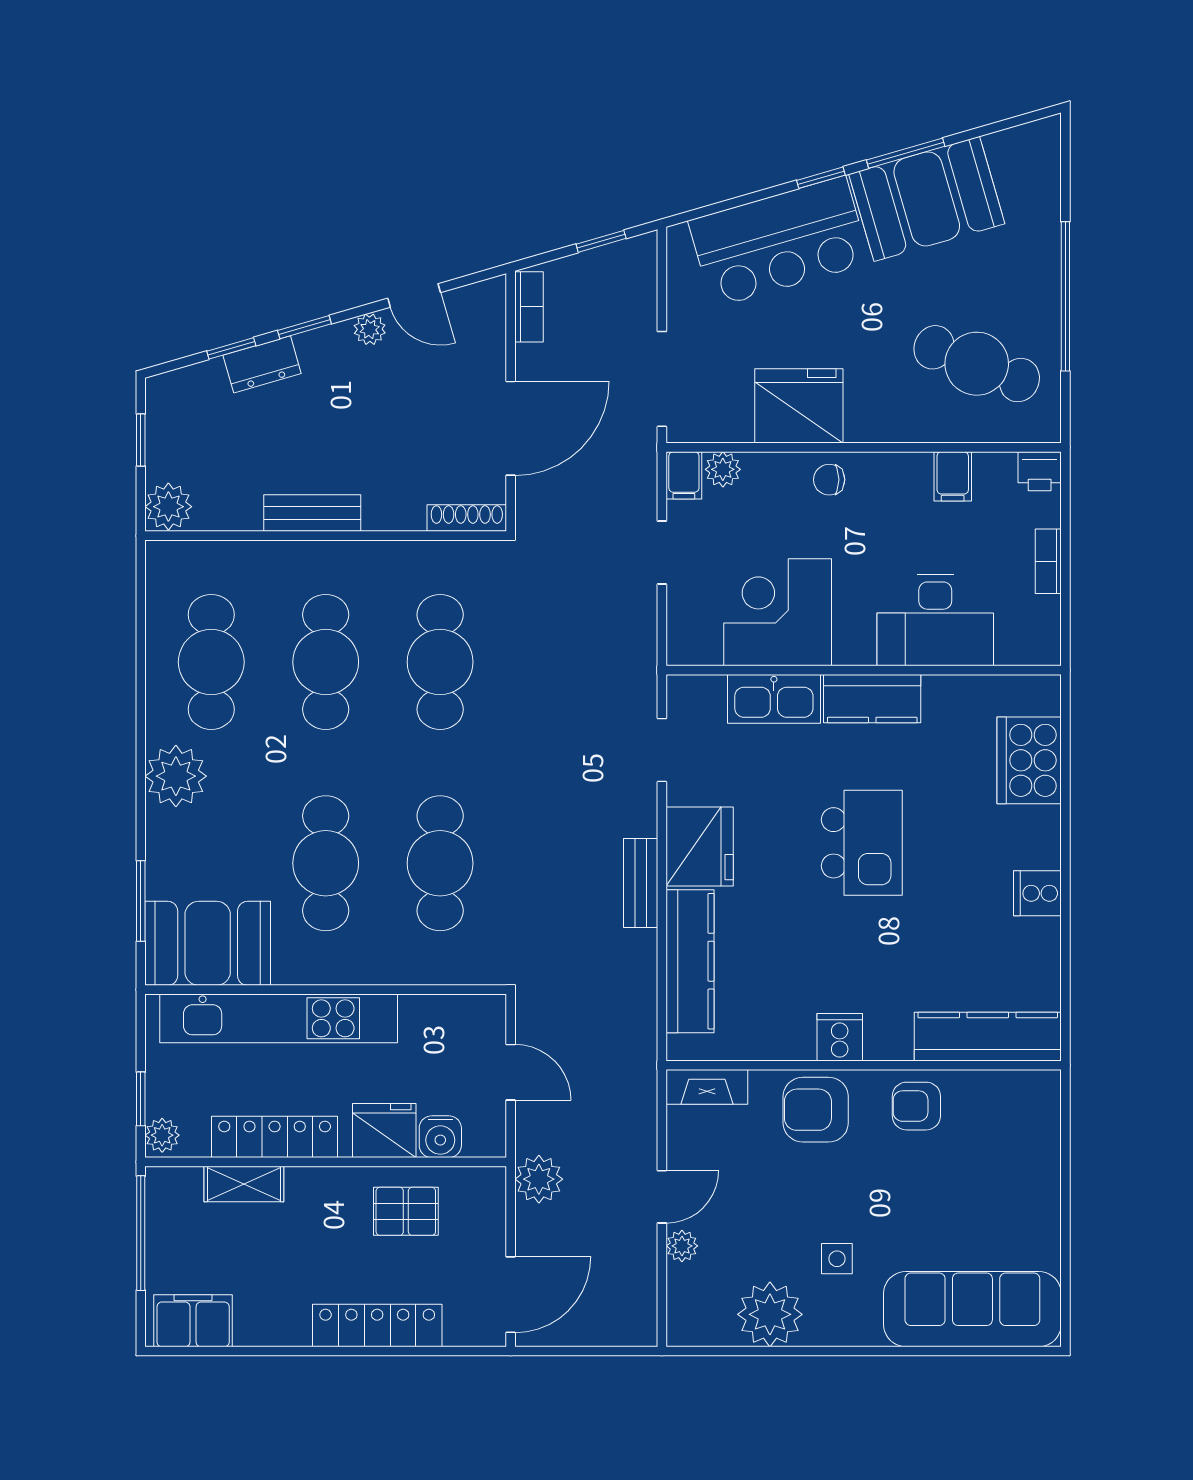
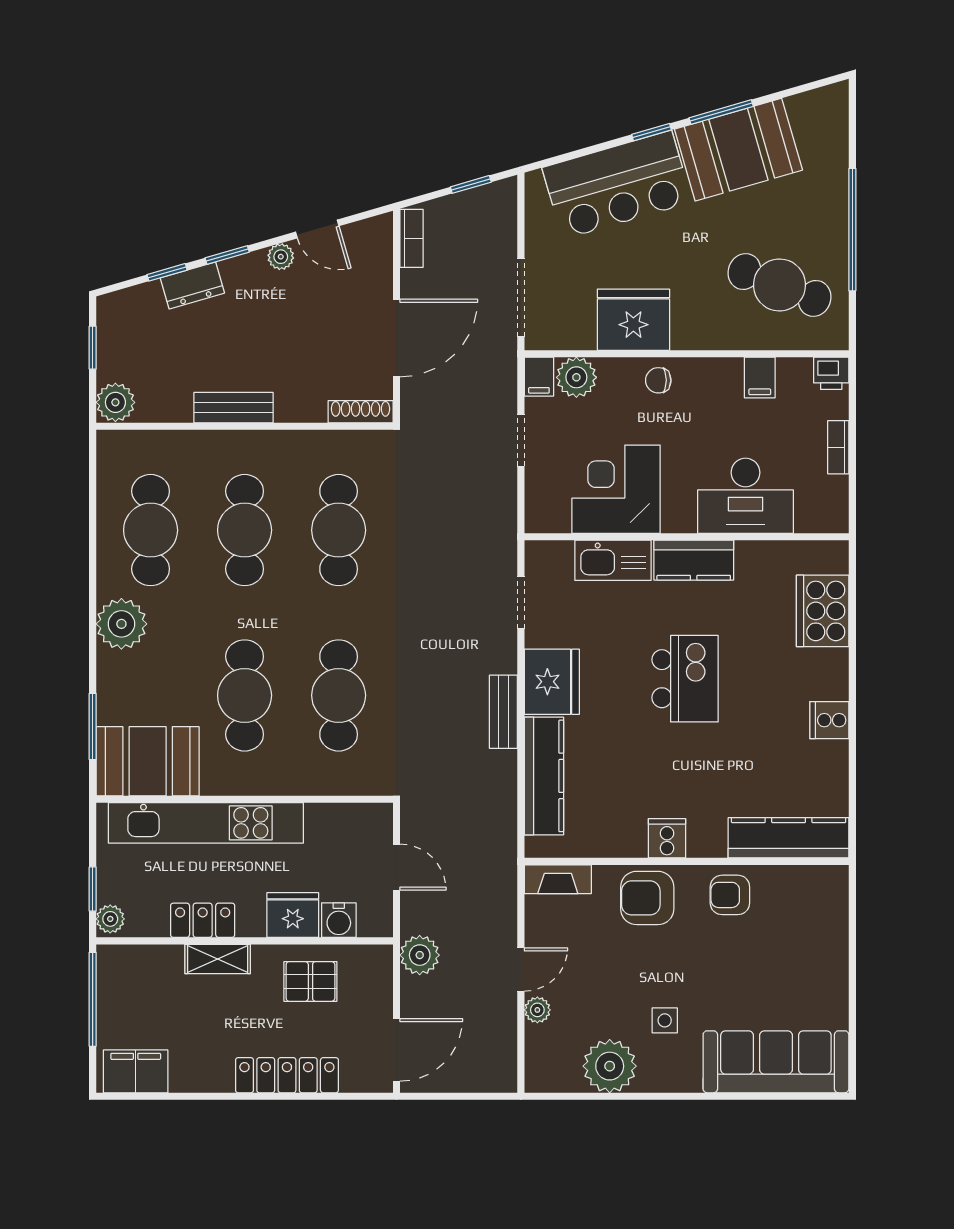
plant: (723, 469) -> (576, 377), width x1.38, depth x1.38
locker: (275, 1137) -> (203, 920), width x0.66
shelving: (244, 1184) -> (218, 959), moved

